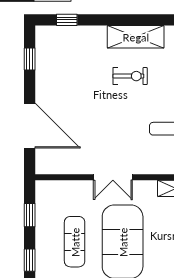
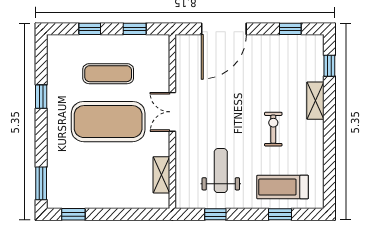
shelving: (136, 37) -> (315, 101), moved, width x0.67, depth x0.75
exercise bike: (130, 76) -> (273, 129), turned 180

